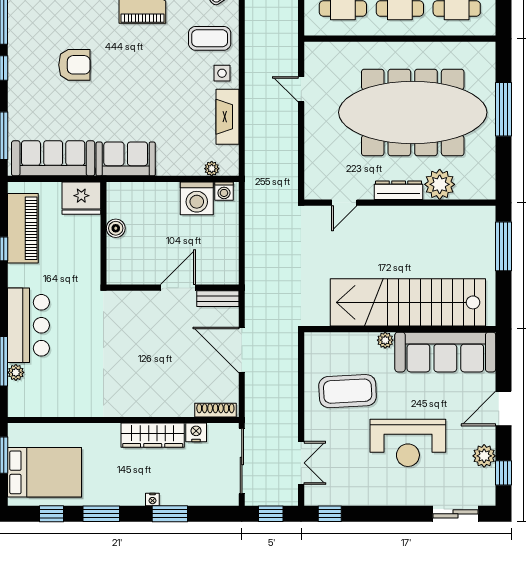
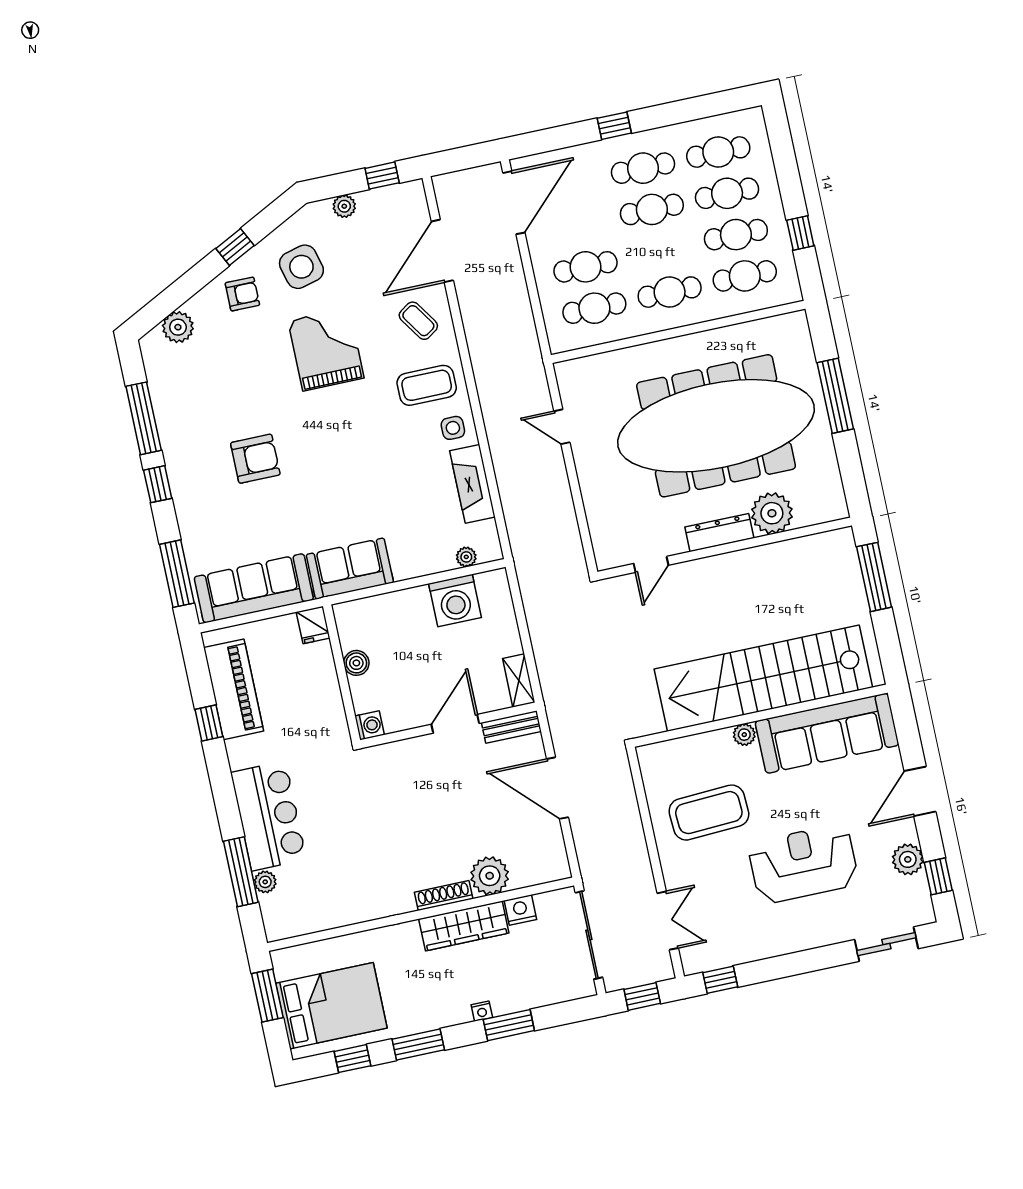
washing machine: (224, 191) -> (370, 725), moved, turned -90
fridge: (81, 198) -> (313, 625), width x0.53, depth x0.75
shelving: (230, 266) -> (519, 681), added
plant: (179, 403) -> (490, 876), added
shoe rack: (215, 410) -> (444, 896), moved
reception desk: (408, 443) -> (803, 864), turned 180

